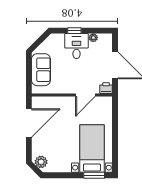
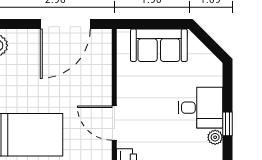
window: (74, 31) -> (228, 124), moved
door: (29, 123) -> (65, 24), hinge flipped

